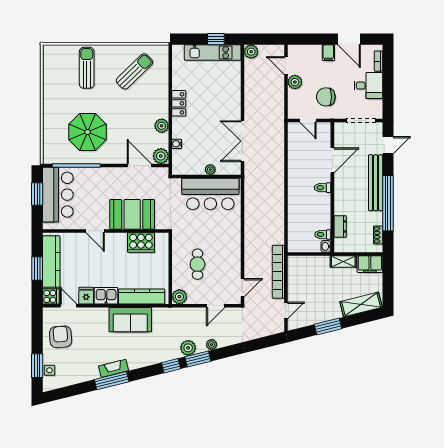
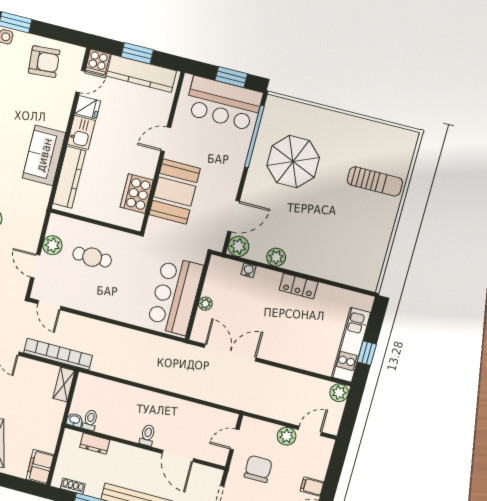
sun lounger: (134, 71) -> (354, 241), removed
shelving: (343, 262) -> (64, 384), moved
plant: (179, 297) -> (52, 245), moved

